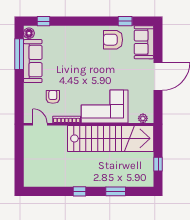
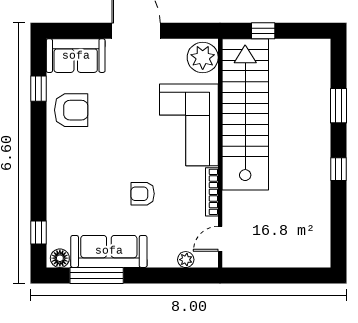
armchair: (113, 40) -> (71, 110), turned -90
armchair: (53, 97) -> (143, 194), moved
plant: (28, 105) -> (186, 260), added
plant: (143, 118) -> (203, 57), width x1.87, depth x1.87
window: (158, 164) -> (263, 31), moved

